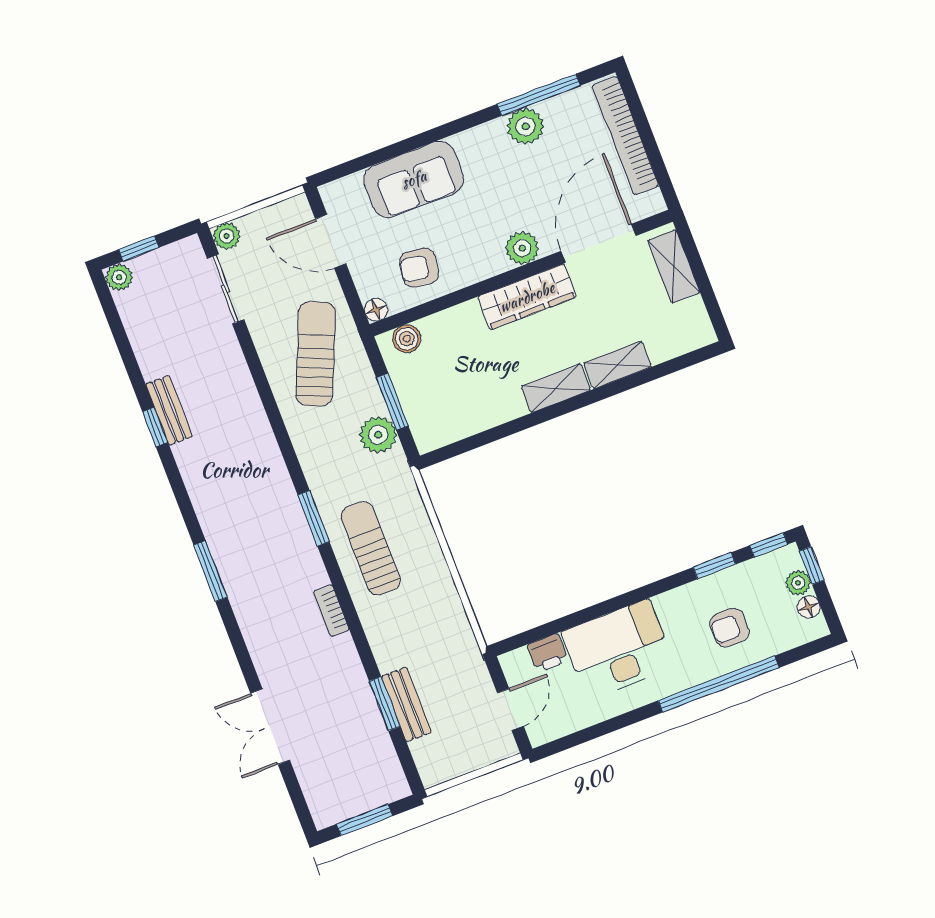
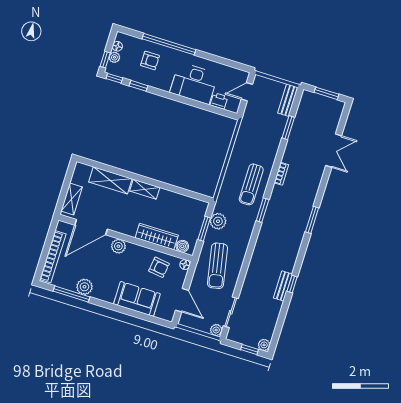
wardrobe: (527, 297) -> (157, 237), moved
sun lounger: (316, 354) -> (217, 266), turned -34
shelving: (617, 365) -> (110, 180), width x1.50, depth x1.33
bench: (406, 704) -> (288, 100), moved

